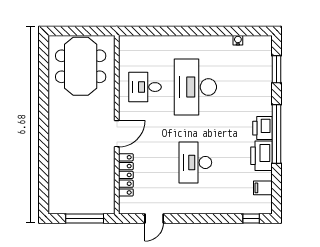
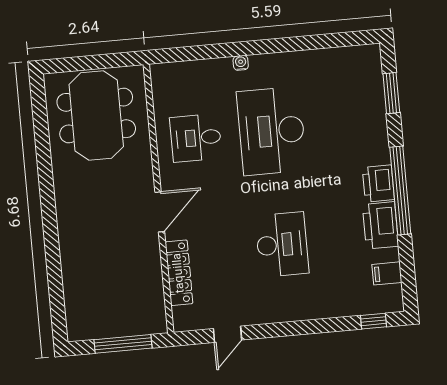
water cooler: (238, 40) -> (241, 63), moved
desk: (195, 162) -> (282, 245), turned 180

